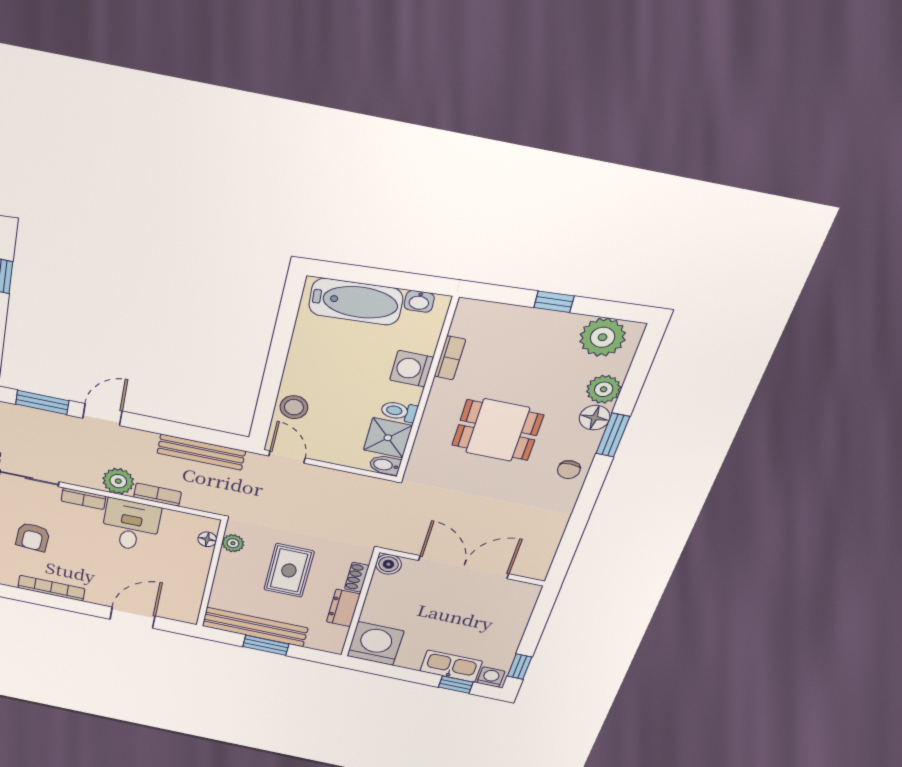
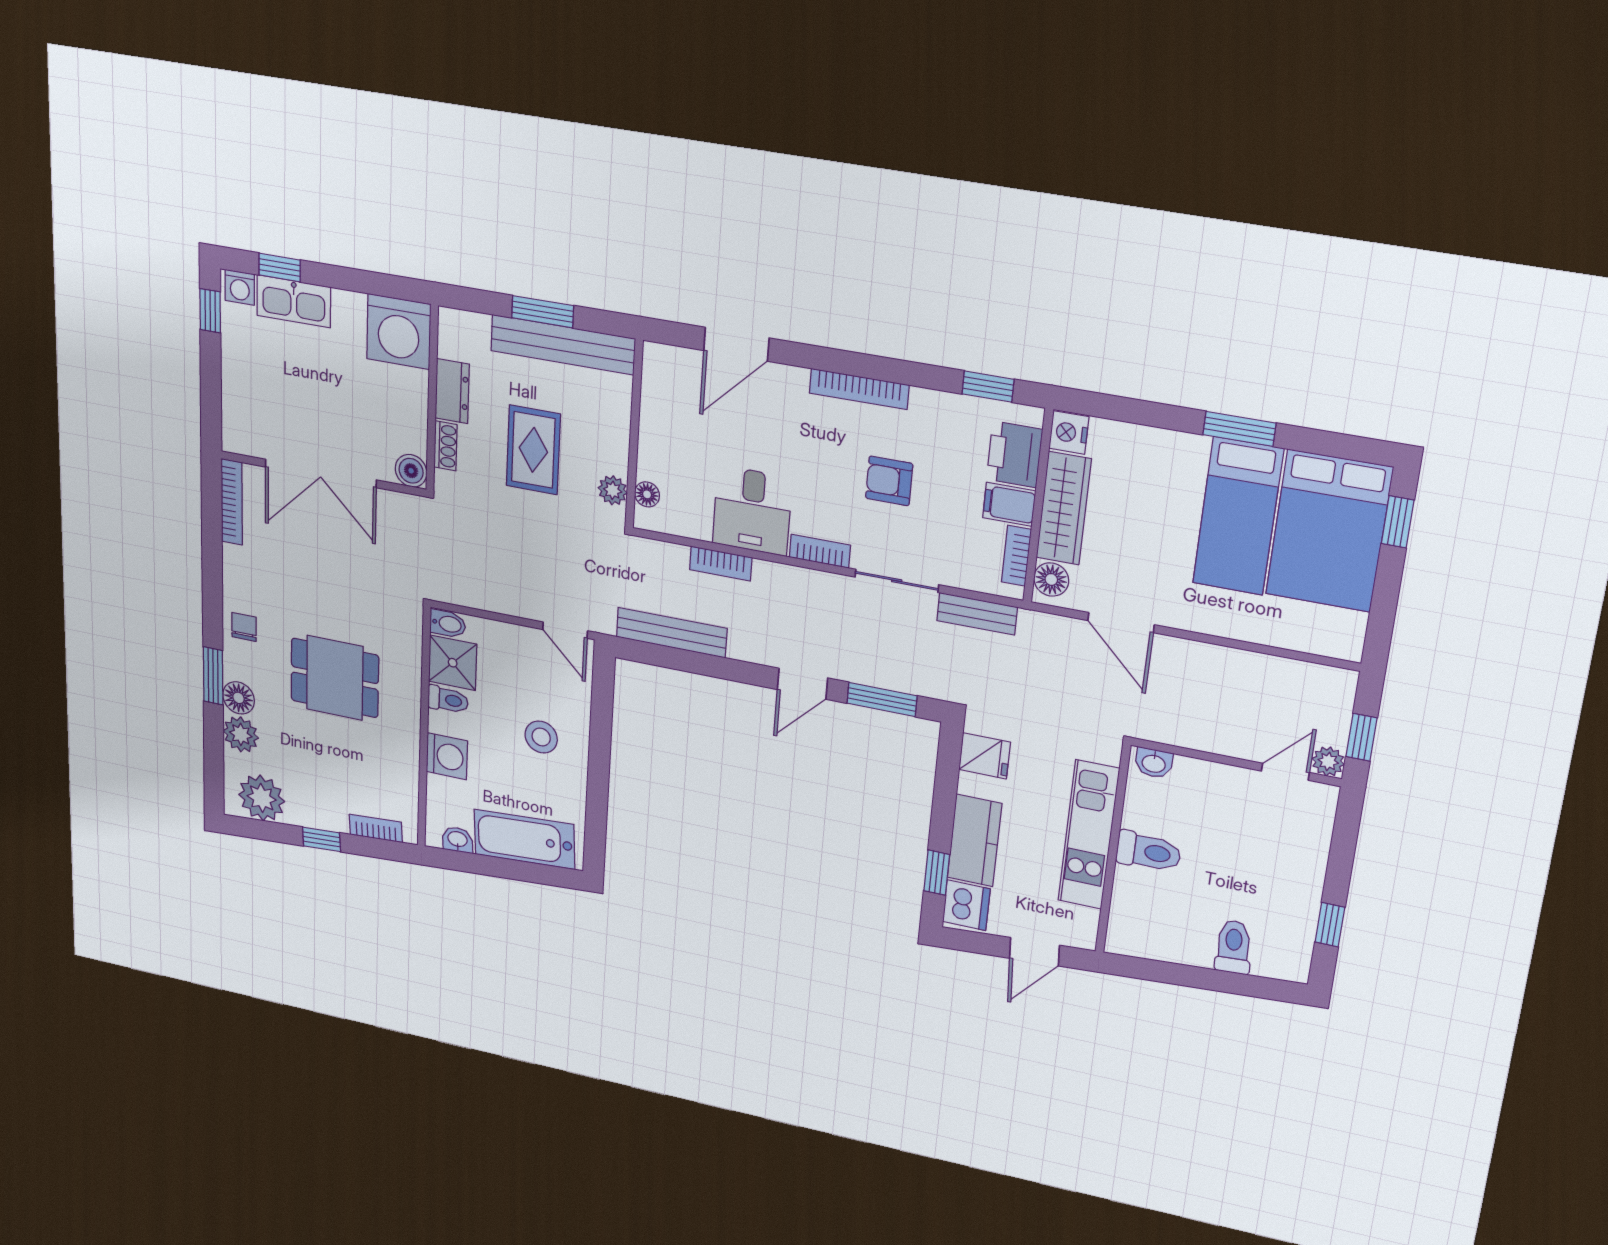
bookcase: (450, 358) -> (376, 828), moved, turned 86
stool: (294, 407) -> (541, 737), moved
plant: (118, 481) -> (775, 582), removed
armchair: (33, 537) -> (889, 481), turned -94
bookcase: (547, 554) -> (232, 502), added

